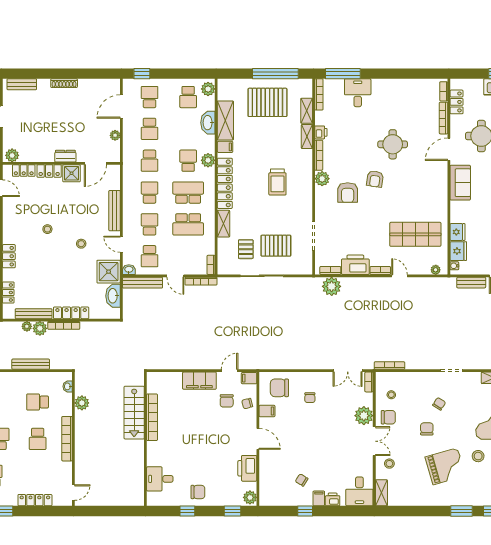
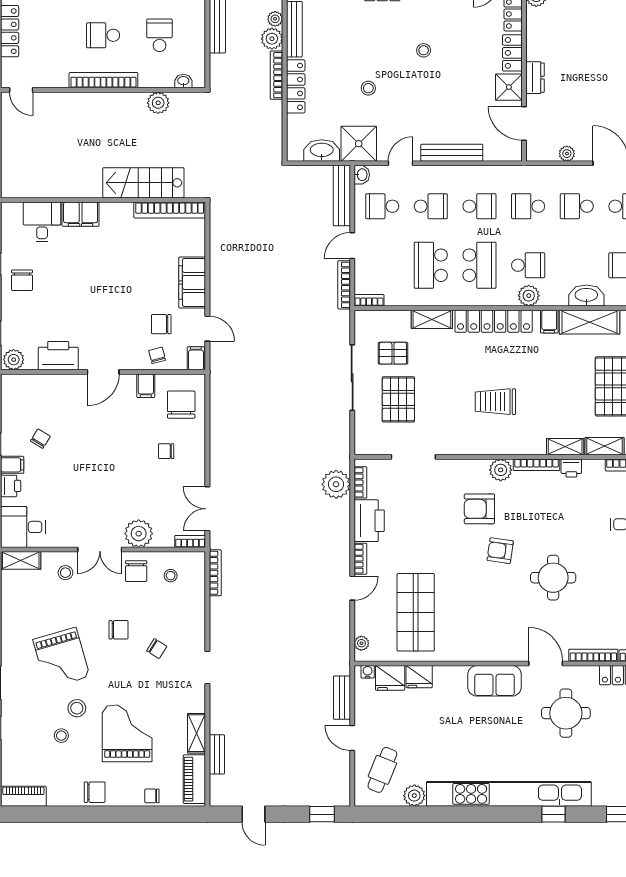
stool: (81, 244) -> (368, 88), moved
bookcase: (152, 417) -> (170, 210), moved
filing cabinet: (155, 454) -> (81, 214), added

